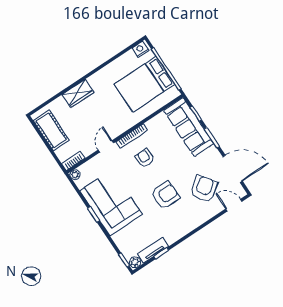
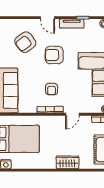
door: (234, 205) -> (47, 18), moved
tv unit: (153, 250) -> (72, 24), moved

